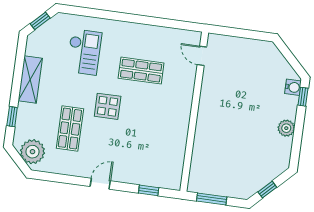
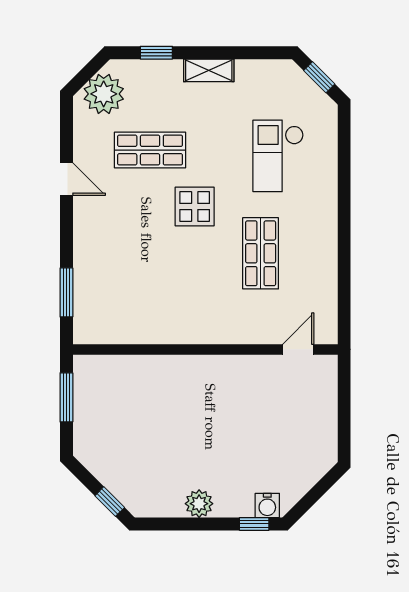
checkout: (84, 52) -> (278, 156), turned 90
shelving: (30, 79) -> (209, 70), width x0.67, depth x0.75
door: (100, 184) -> (66, 179), moved
window: (149, 190) -> (66, 292), width x1.50
window: (267, 190) -> (110, 502), moved

